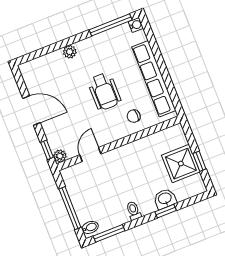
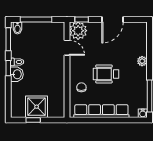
plant: (60, 156) -> (78, 31), width x1.87, depth x1.87
washbasin: (165, 199) -> (17, 74), moved
window: (166, 211) -> (8, 68), moved

